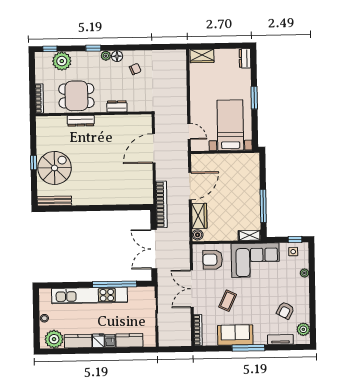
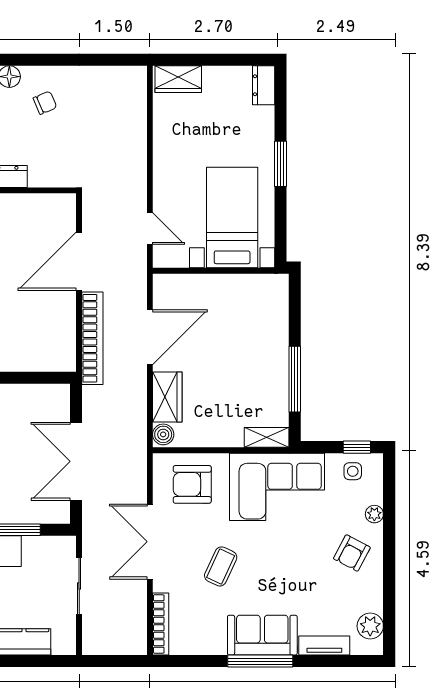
bookcase: (161, 204) -> (92, 338), moved
armchair: (285, 310) -> (352, 553), moved
sofa: (235, 335) -> (262, 635), moved

